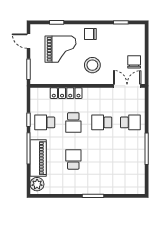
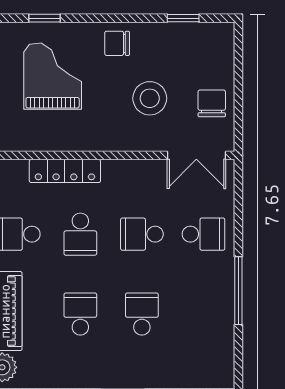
grand piano: (60, 49) -> (53, 76), turned -90
stool: (92, 65) -> (150, 98), moved
double door: (127, 86) -> (196, 155), swing flipped
school desk: (102, 159) -> (142, 314), added

